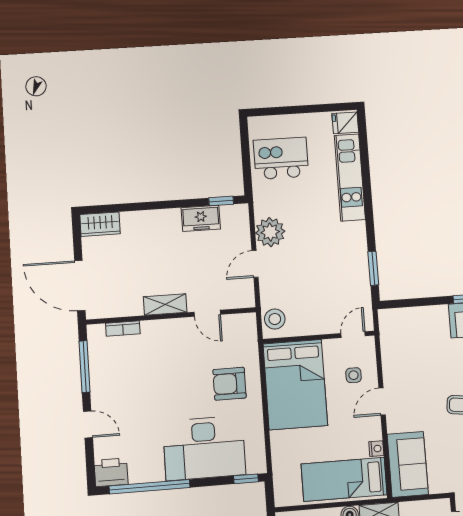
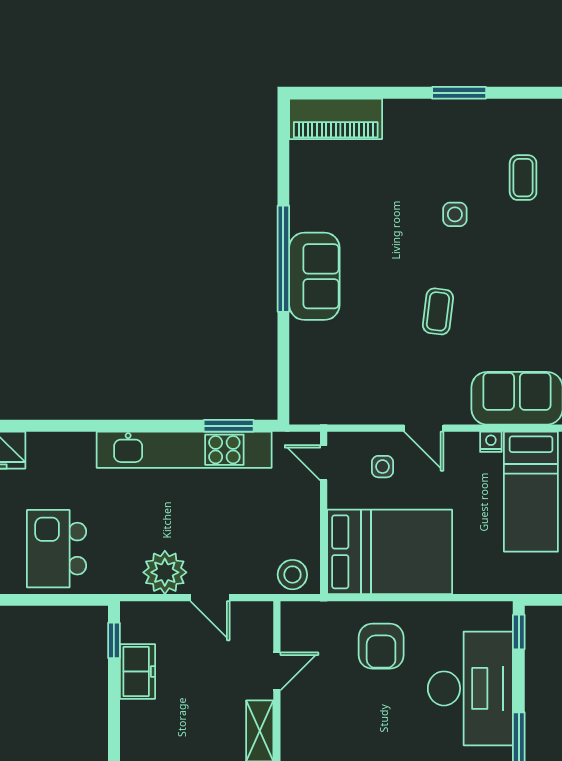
kitchen unit: (350, 177) -> (184, 450), moved, width x1.36

